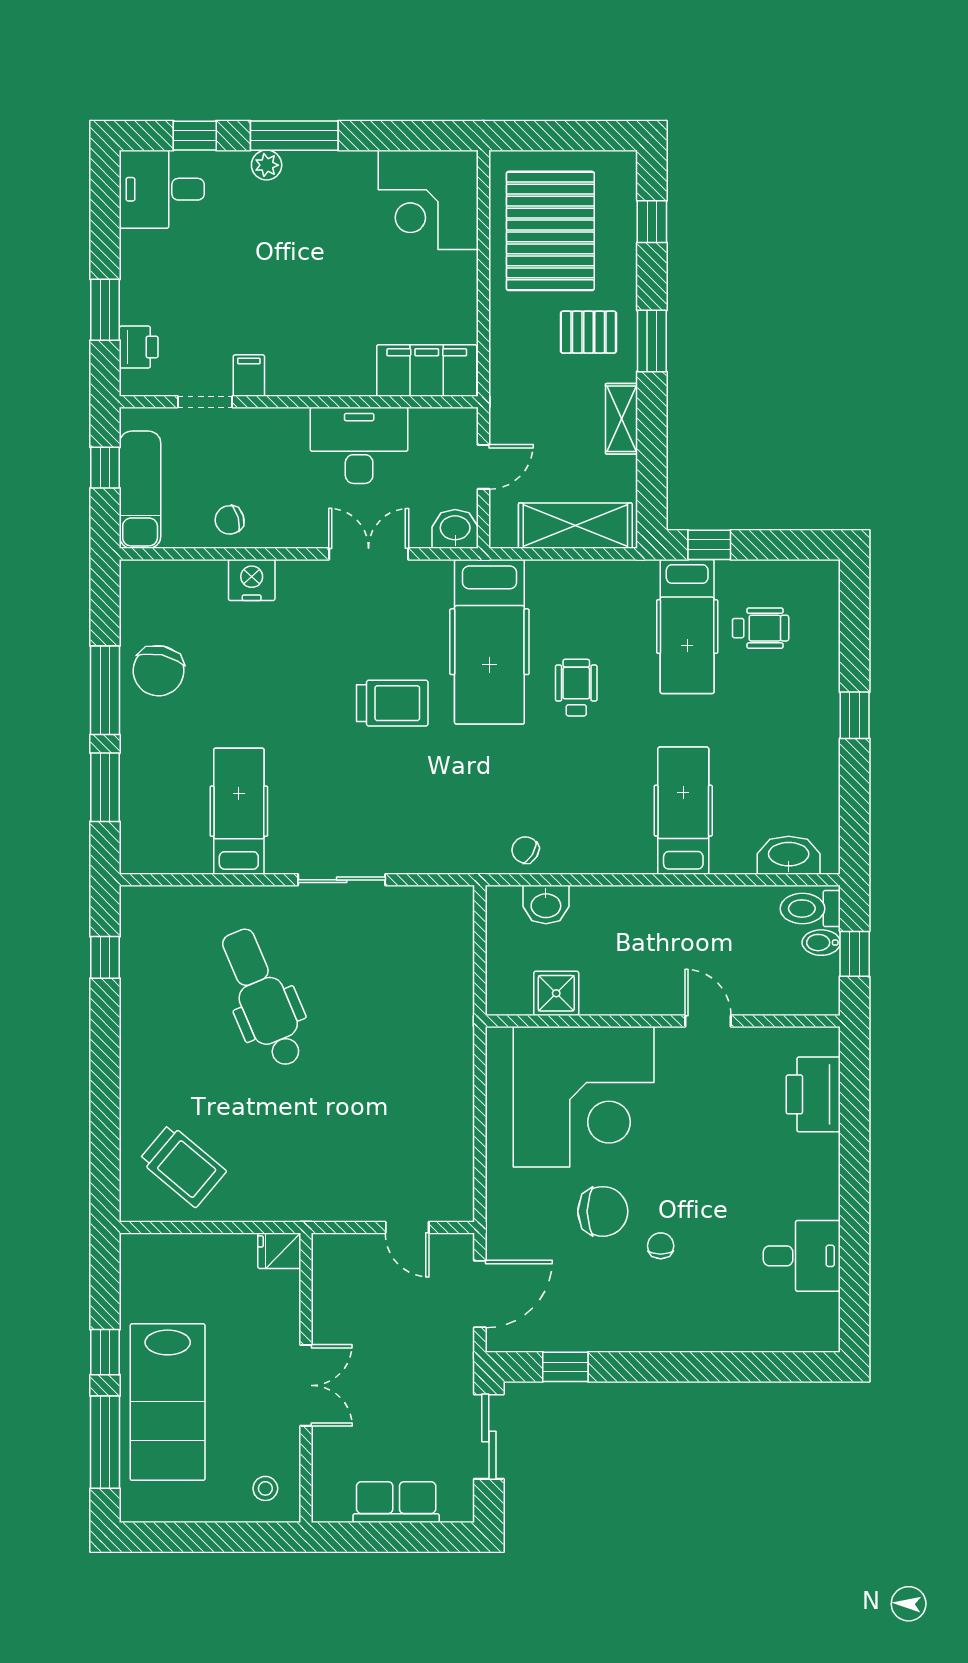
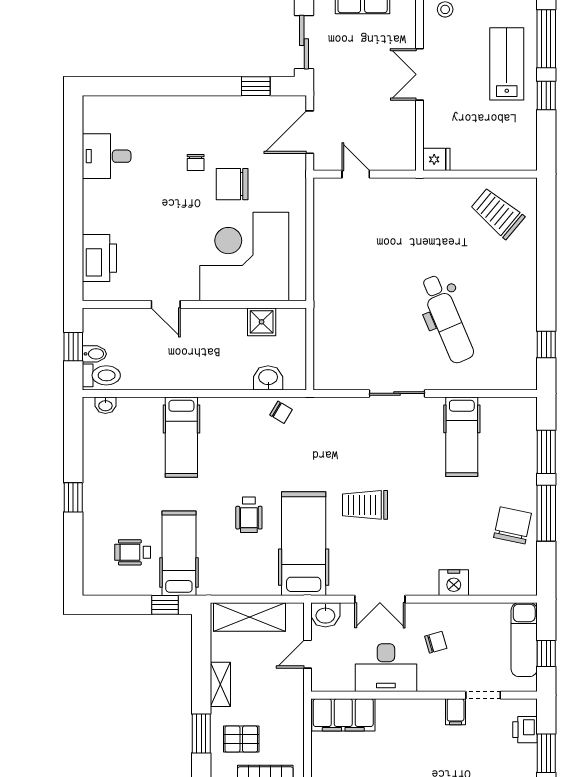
chair: (230, 520) -> (436, 642), moved
washbasin: (789, 855) -> (105, 405), width x0.52, depth x0.69
lab bench: (168, 1402) -> (507, 64), width x0.73, depth x0.72

